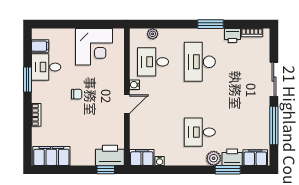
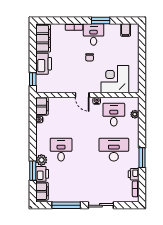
corner desk: (94, 47) -> (115, 79), moved, turned 90
desk: (46, 67) -> (94, 34), moved
printer: (110, 155) -> (44, 64), moved

